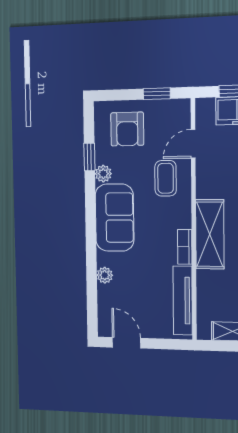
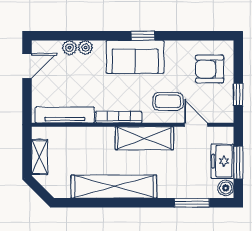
window: (89, 157) -> (143, 36), moved
plant: (103, 174) -> (69, 48), moved
shelving: (210, 234) -> (144, 138), moved
bookcase: (185, 247) -> (119, 117), width x1.56

